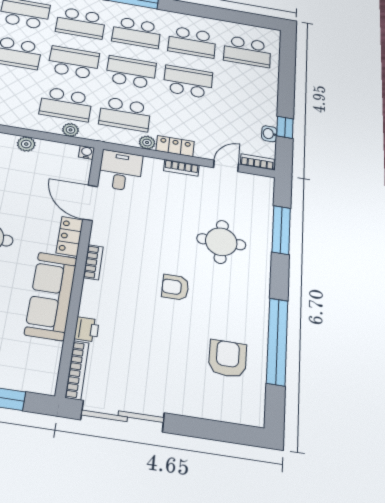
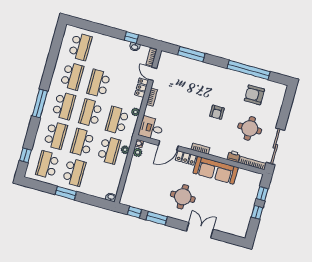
school desk: (125, 114) -> (117, 120), turned 180
plant: (26, 144) -> (138, 152), moved
locker: (175, 146) -> (142, 88), moved
round table: (221, 242) -> (250, 128), moved

